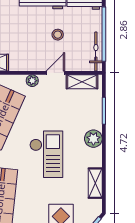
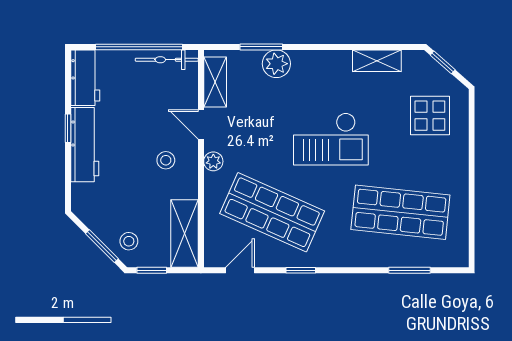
stool: (58, 35) -> (166, 160), moved
plant: (93, 139) -> (276, 64), moved
checkout: (46, 154) -> (331, 139), turned 180

